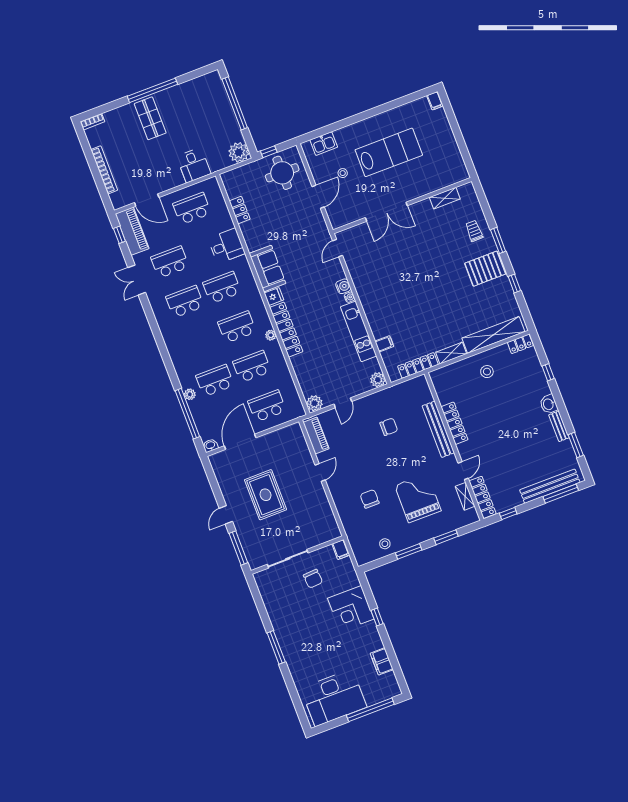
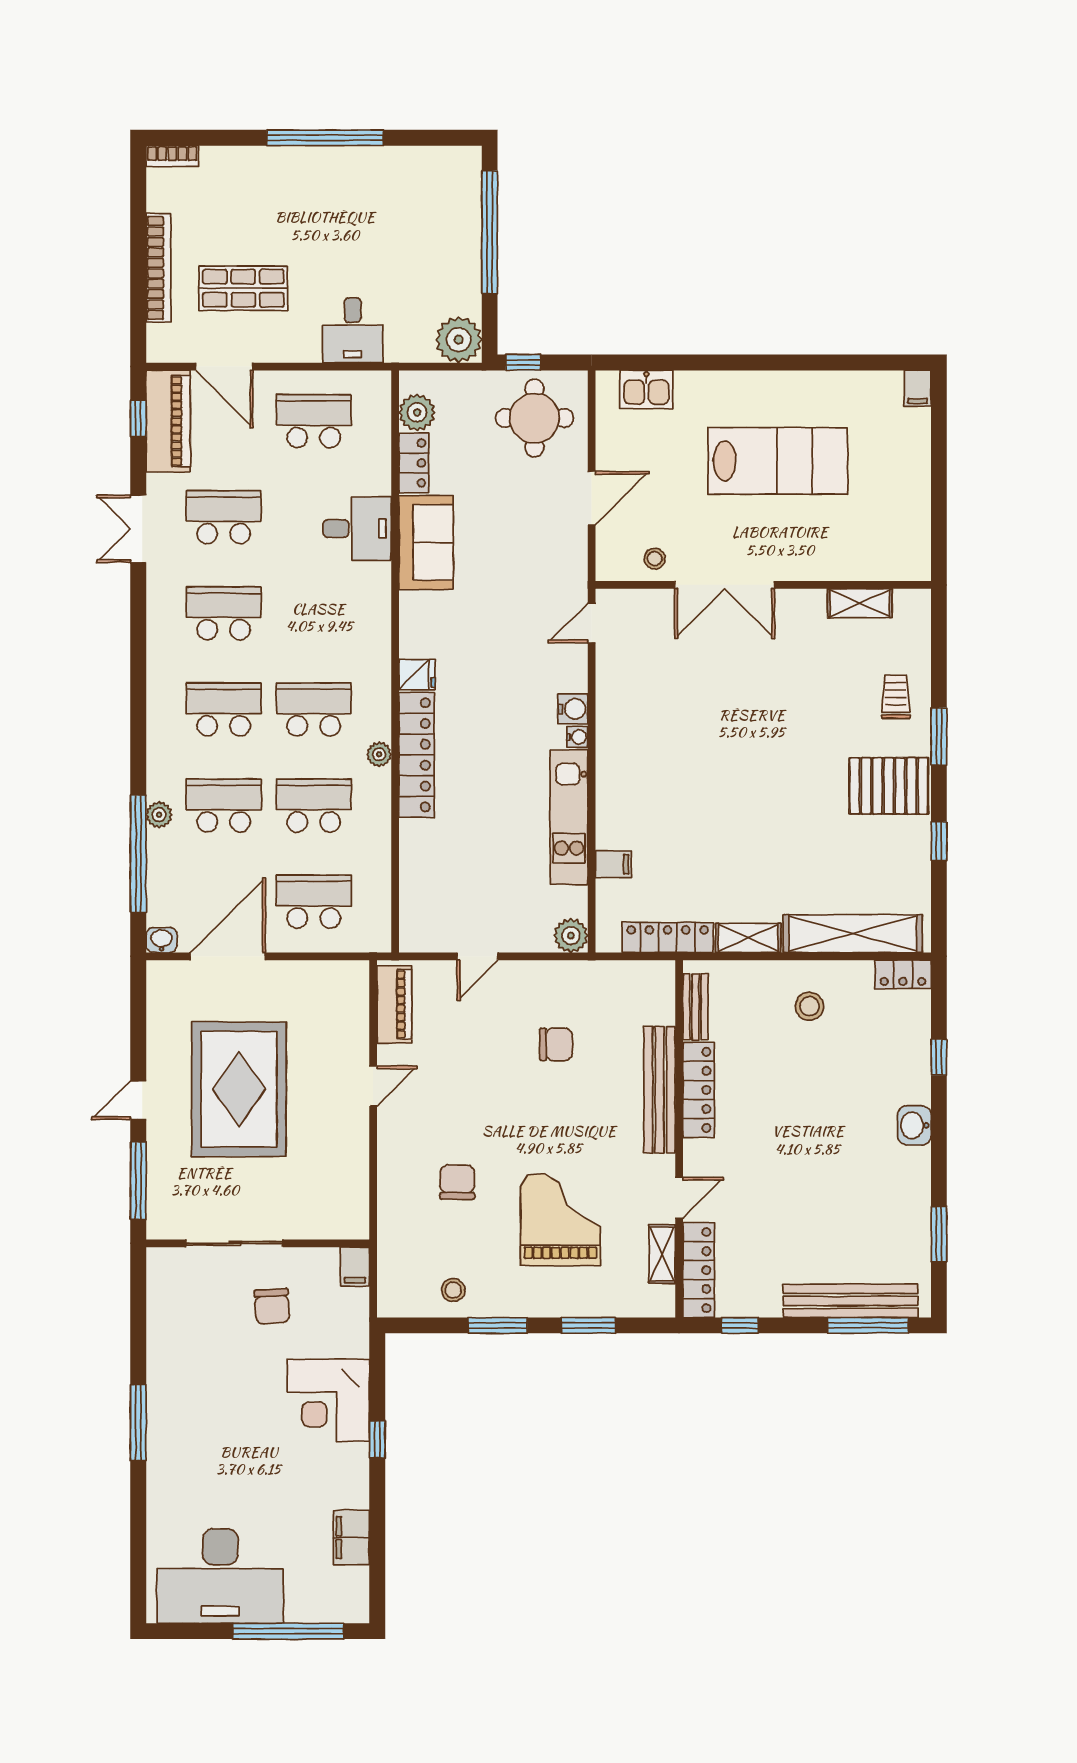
shop shelf: (150, 118) -> (243, 288), moved, turned 90
stool: (343, 173) -> (655, 559), moved
sofa: (267, 268) -> (426, 542), moved
school desk: (222, 287) -> (224, 709), moved
plant: (314, 403) -> (417, 412), moved
bench: (559, 426) -> (695, 1007), moved
rug: (265, 495) -> (239, 1089), width x1.37, depth x1.44

